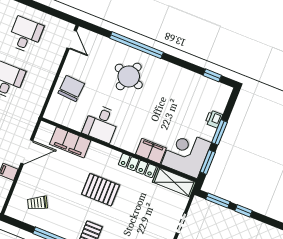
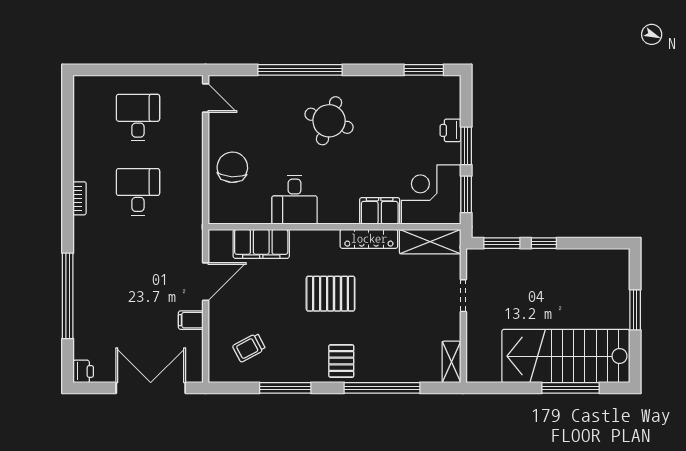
window: (212, 75) -> (424, 70), width x1.50
round table: (129, 76) -> (329, 121), moved

